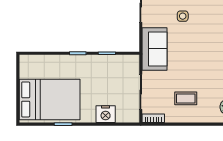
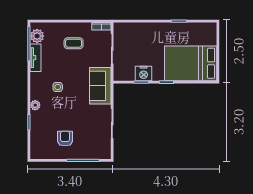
side table: (183, 16) -> (58, 87), moved
bed: (50, 99) -> (191, 63), moved
nightstand: (106, 114) -> (144, 73), moved, turned 180

